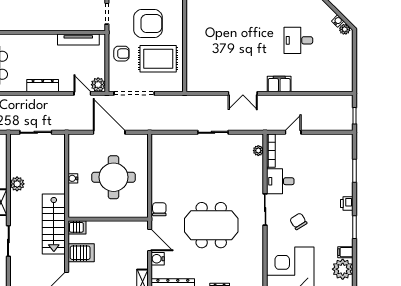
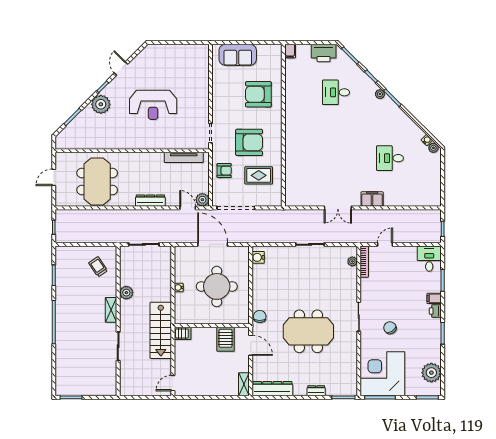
rug: (158, 59) -> (259, 175), width x0.73, depth x0.70
desk: (280, 181) -> (429, 259), moved, turned 90
filing cabinet: (345, 252) -> (434, 298), moved
server rack: (81, 253) -> (226, 339), moved, turned 90
water cooler: (158, 259) -> (258, 257), moved

